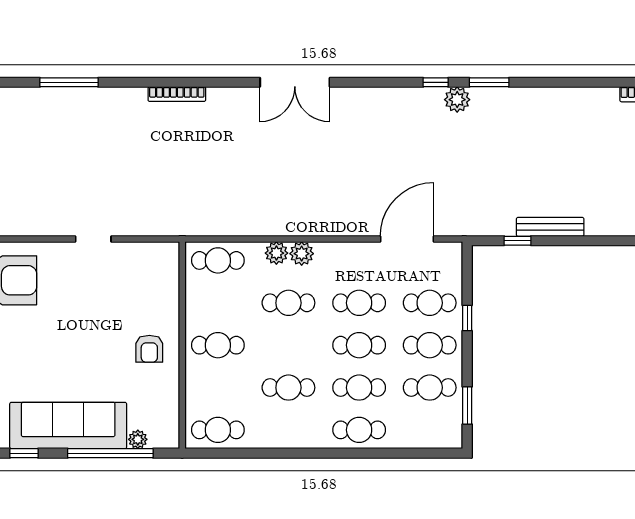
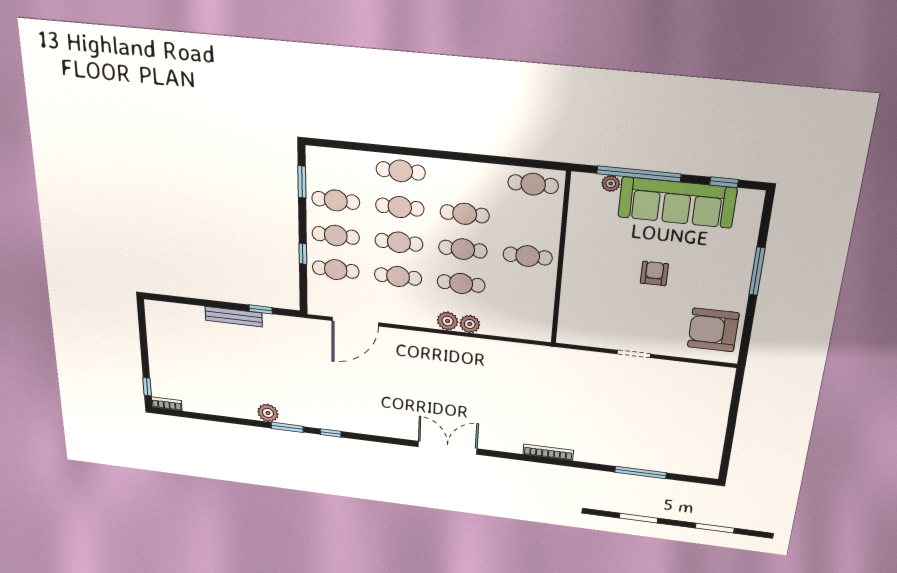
plant: (457, 100) -> (268, 413), moved
cafe table: (218, 260) -> (463, 249), moved
armchair: (149, 349) -> (654, 273), moved

